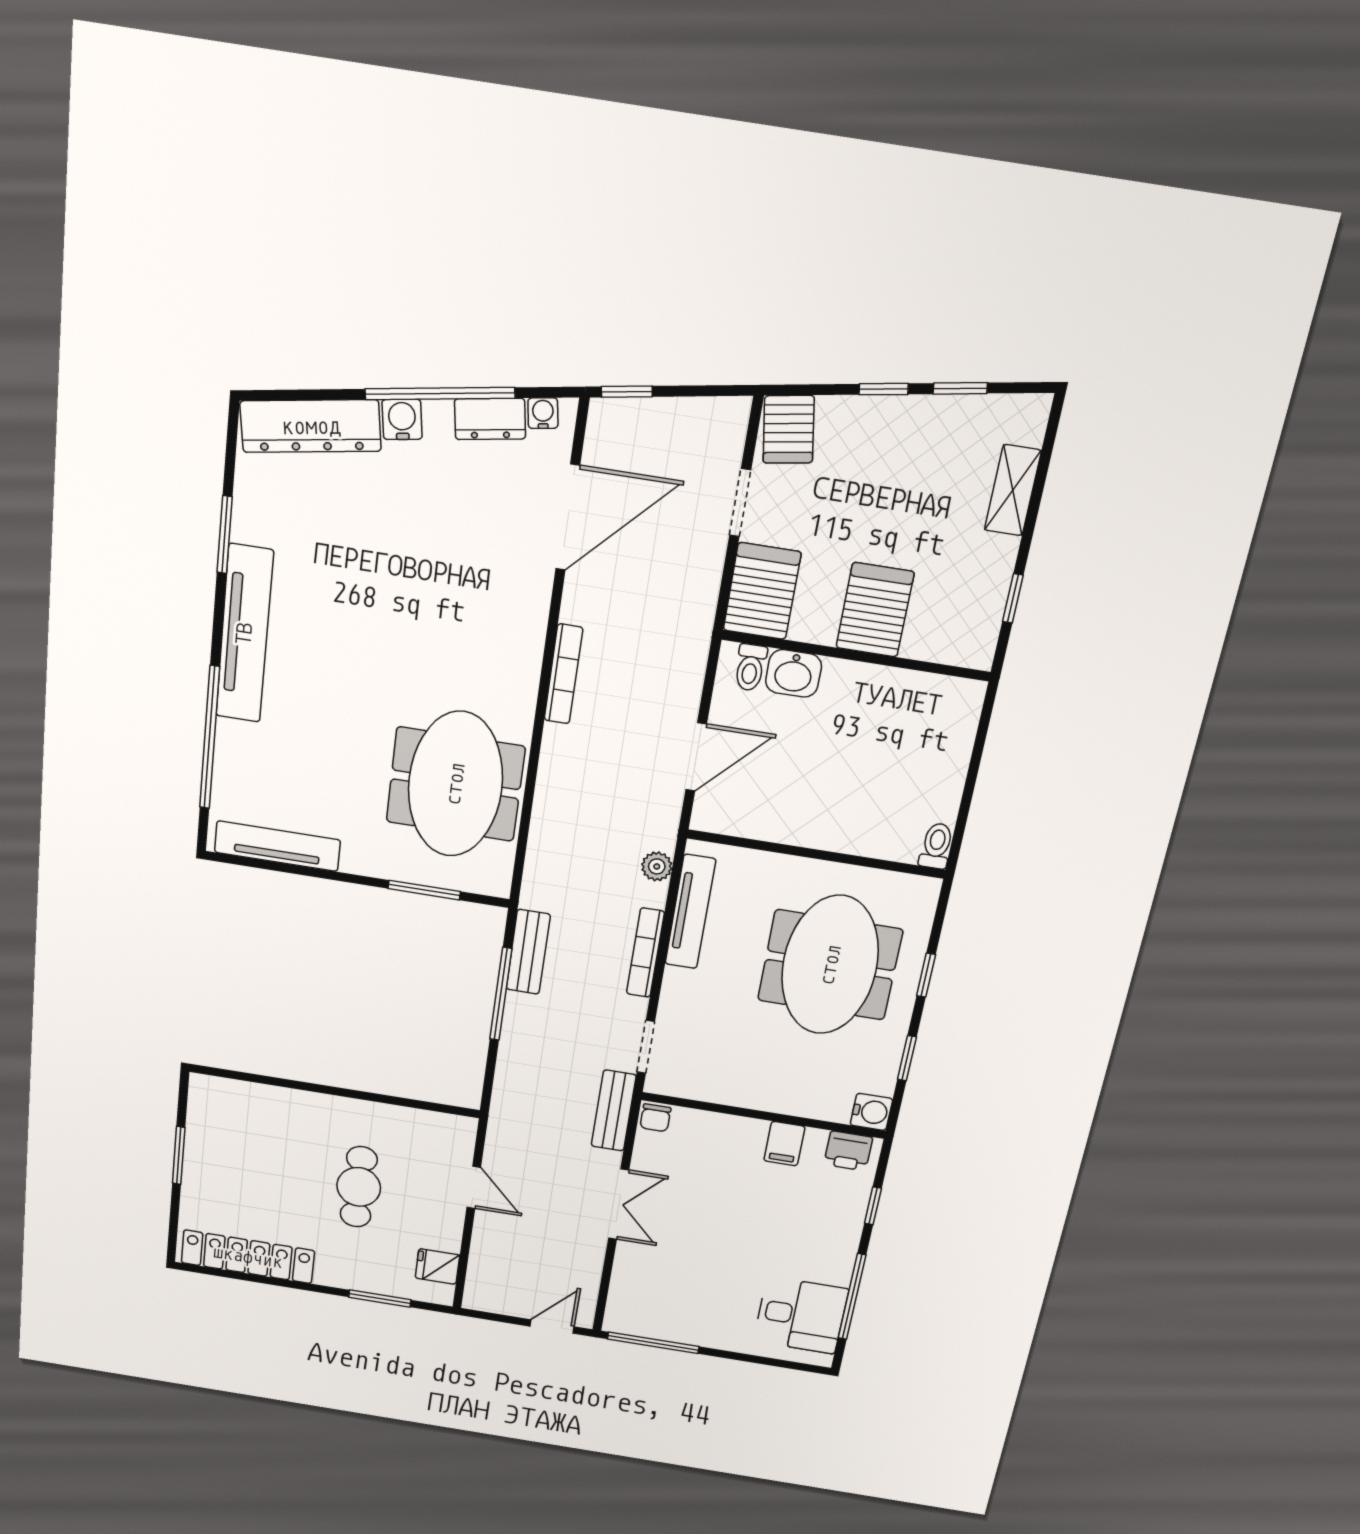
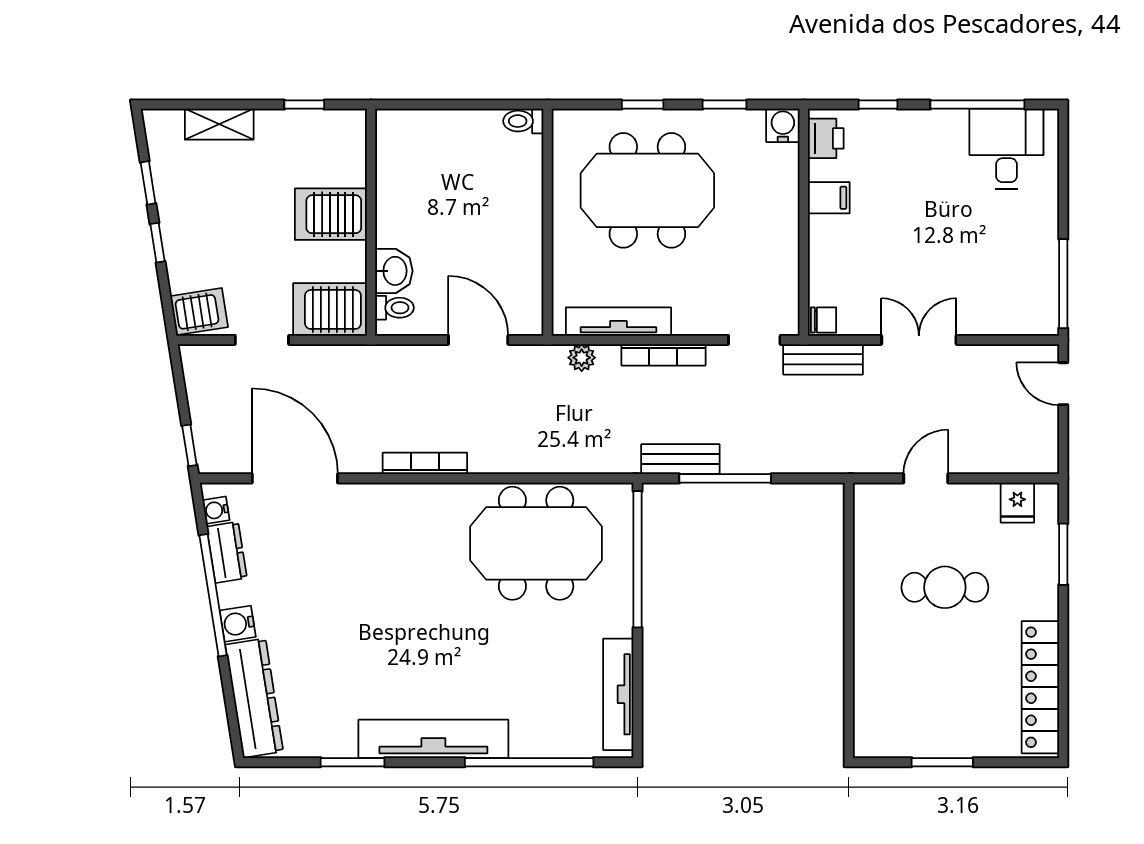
window: (424, 890) -> (638, 559), width x2.11

